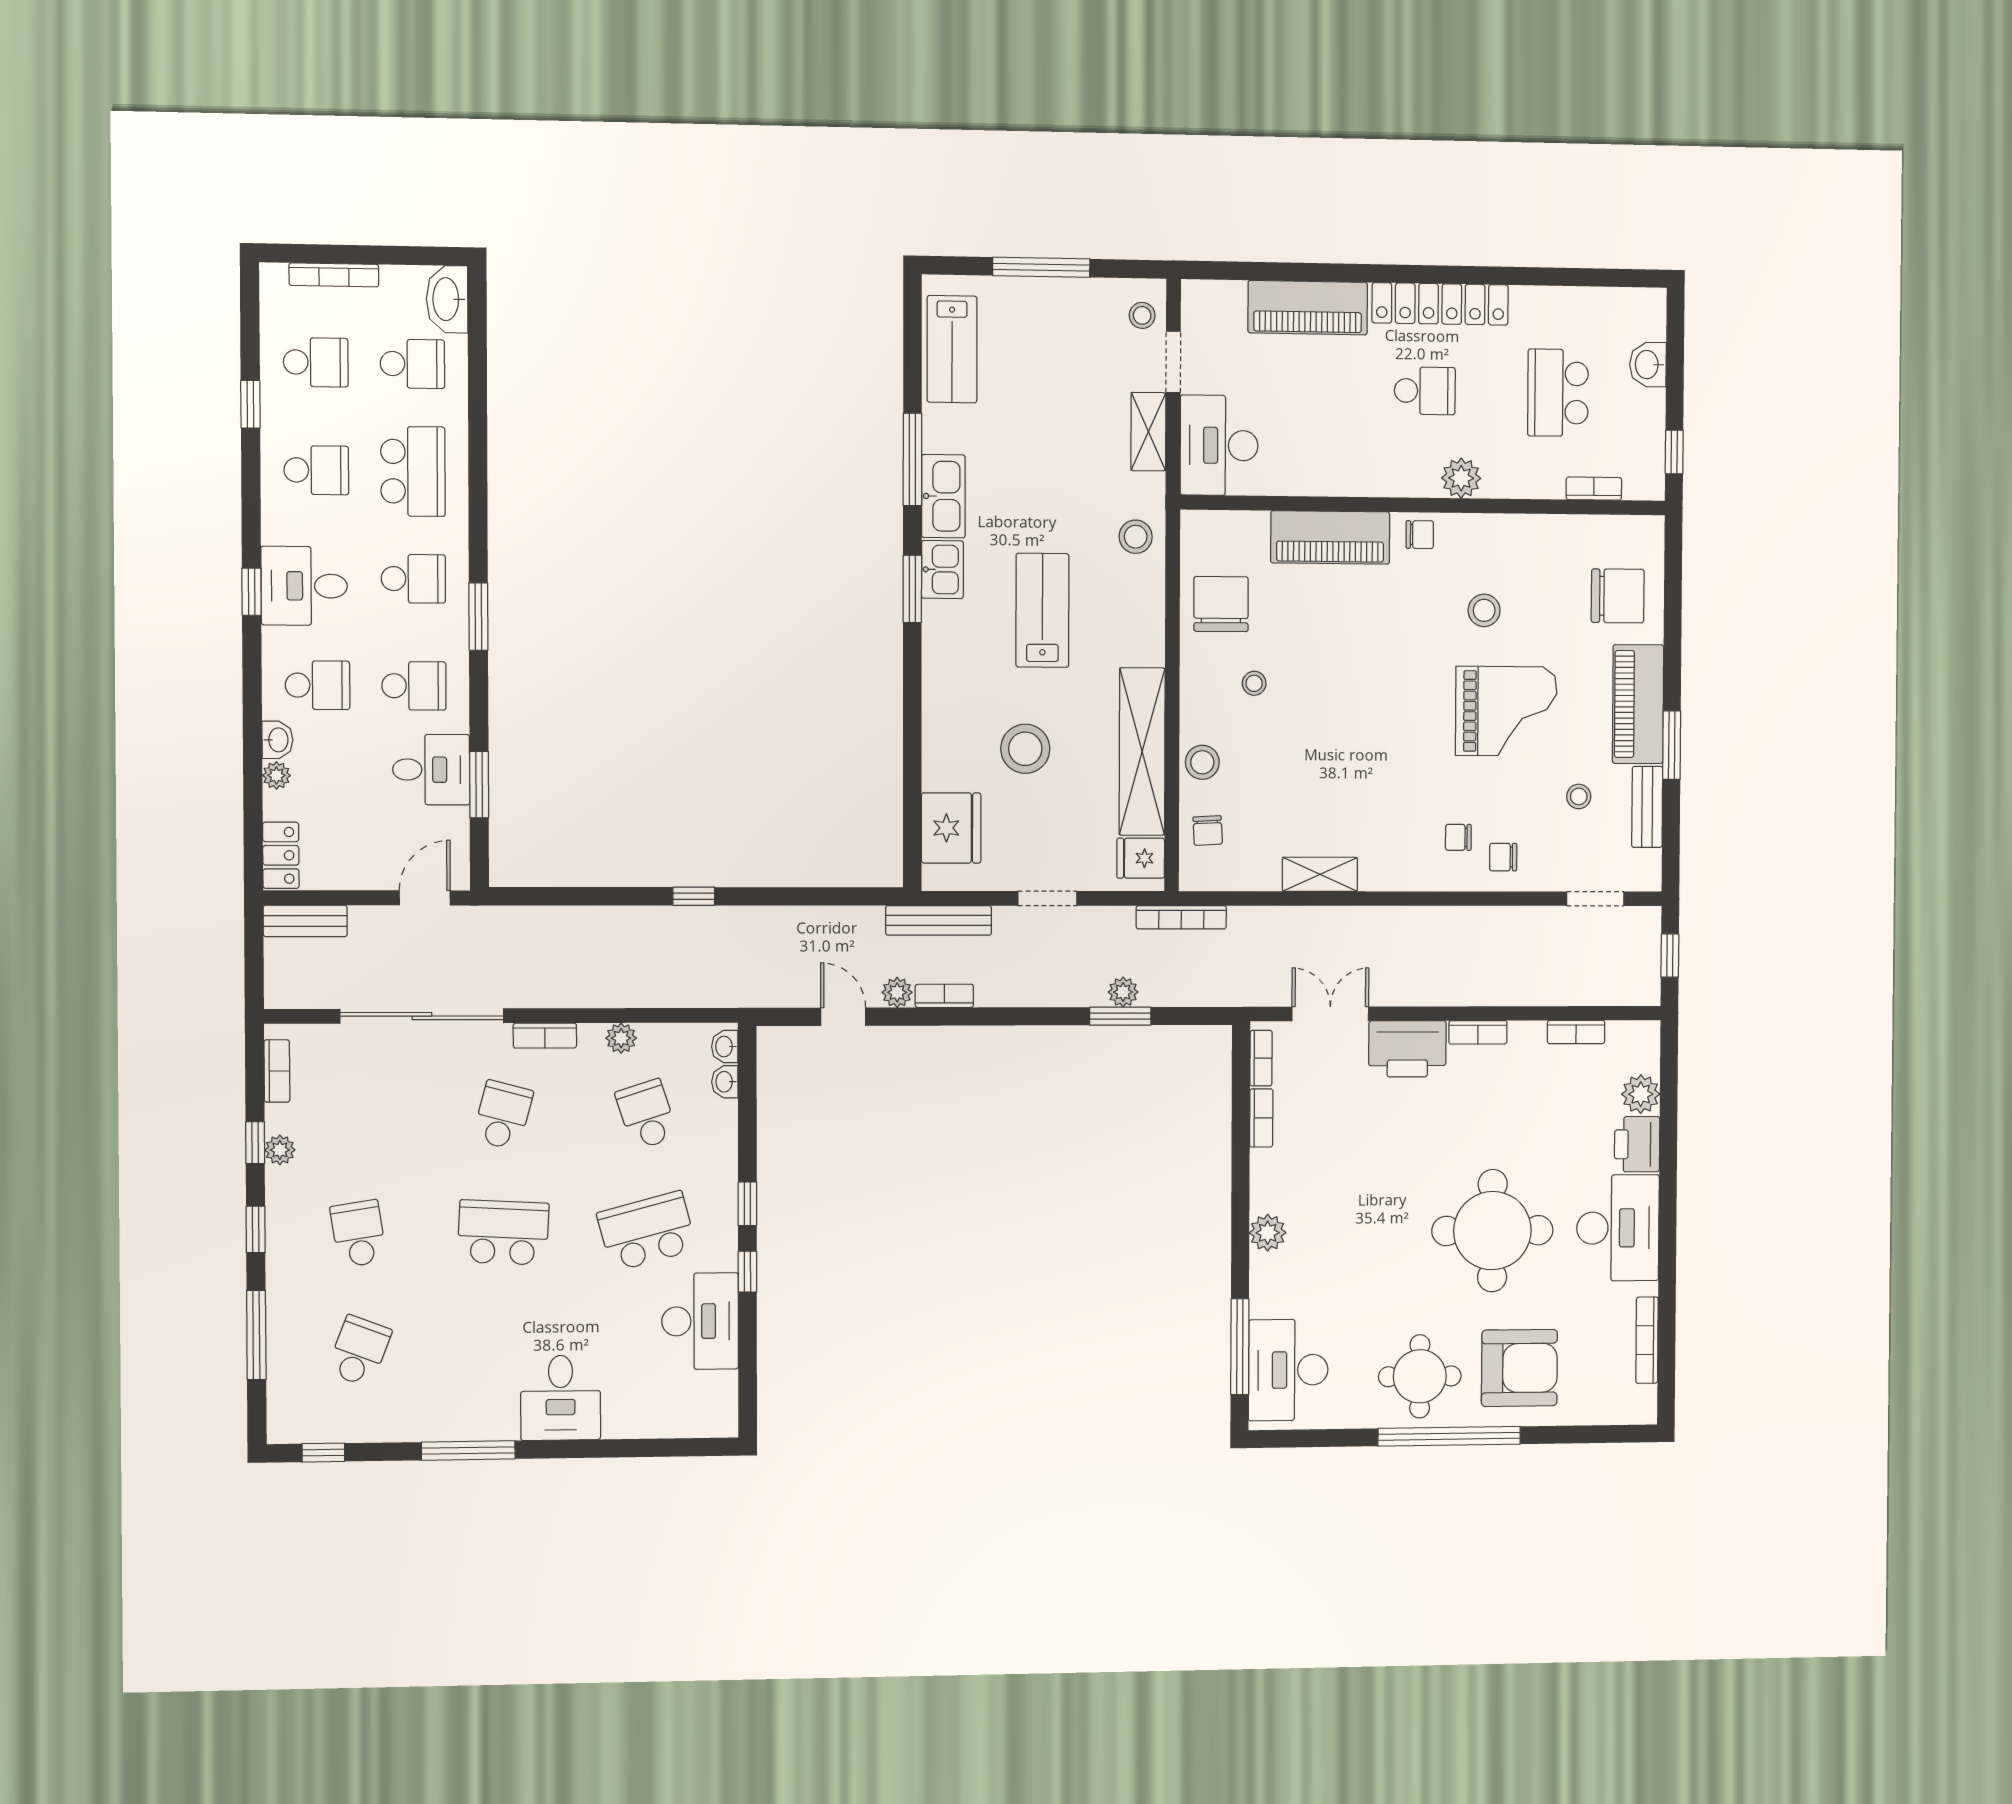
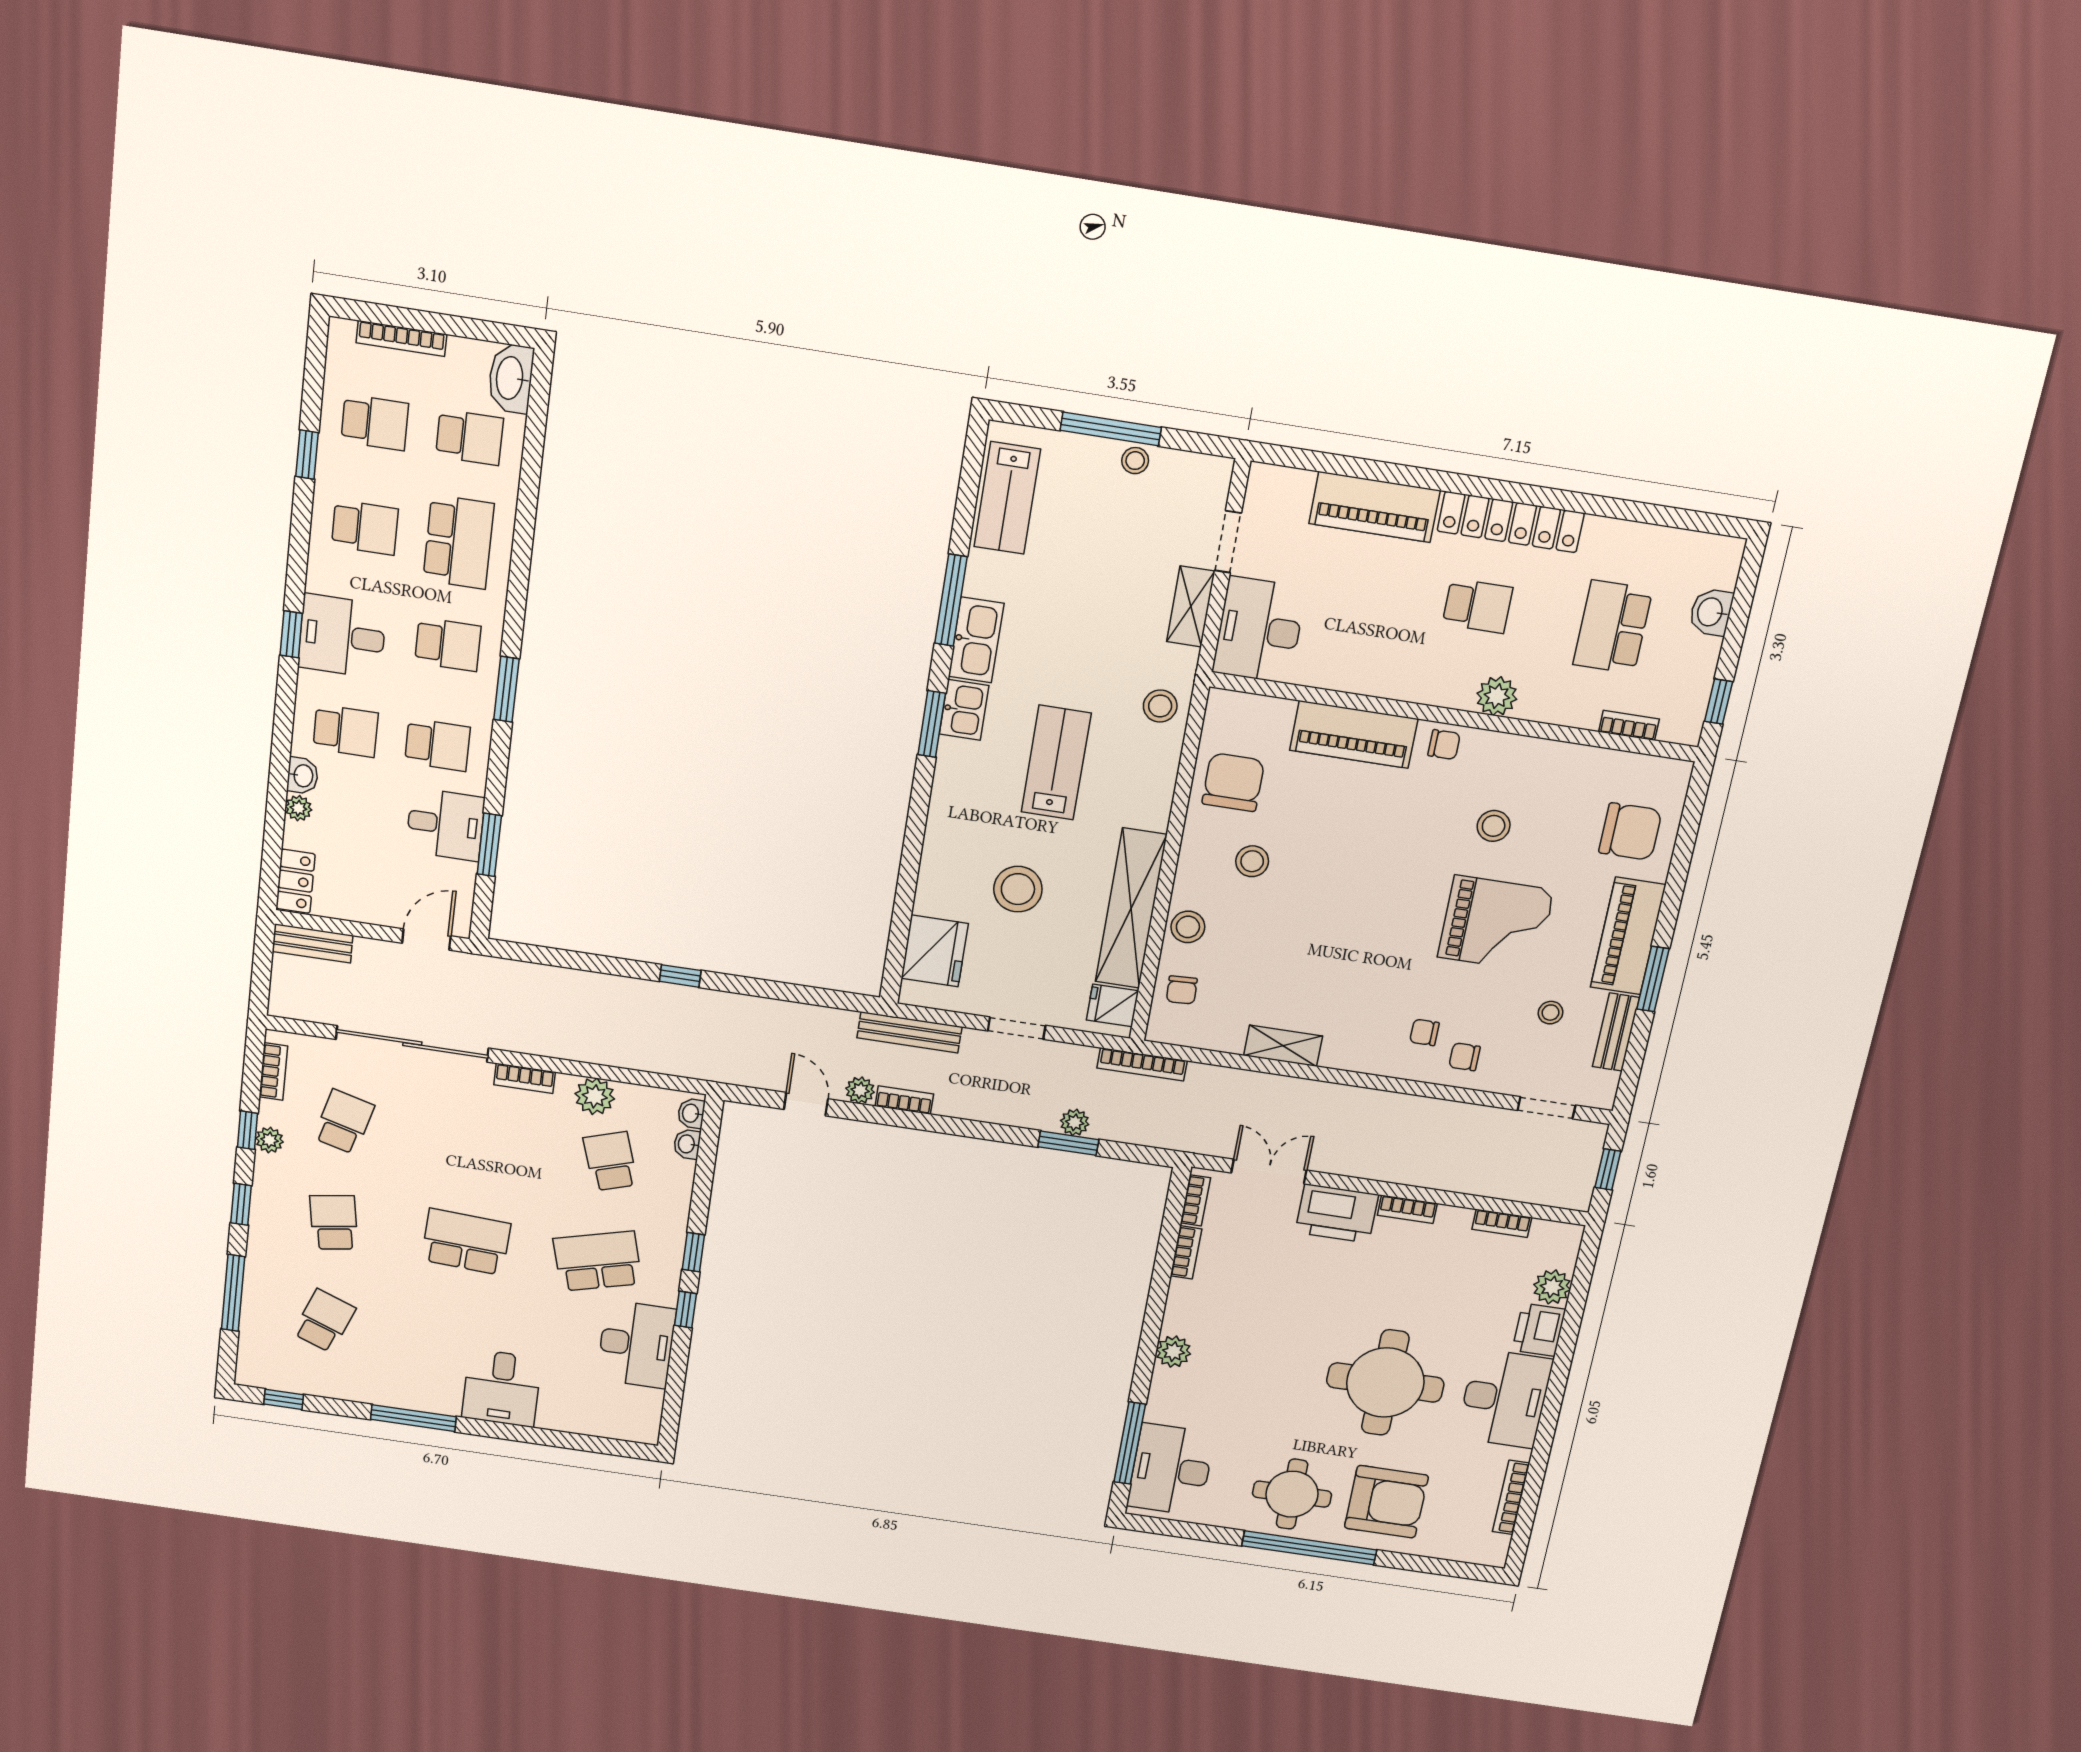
stool: (1142, 315) -> (1135, 461), moved
stool: (1254, 683) -> (1252, 861), width x1.37, depth x1.37
plant: (621, 1038) -> (595, 1096), width x1.38, depth x1.38
school desk: (503, 1115) -> (344, 1122), moved

